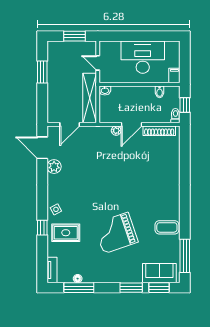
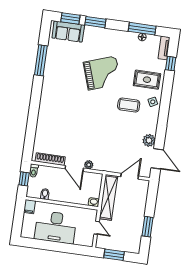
door: (131, 124) -> (74, 168), swing flipped
coffee table: (167, 227) -> (129, 105), moved
window: (42, 228) -> (171, 64), moved
window: (185, 256) -> (41, 60), moved

